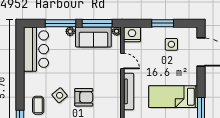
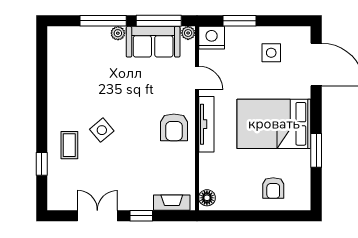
window: (163, 23) -> (239, 21), moved
bar counter: (36, 49) -> (66, 60), removed
armchair: (84, 97) -> (174, 127), moved, turned 90
bed: (173, 97) -> (274, 124), width x1.50

